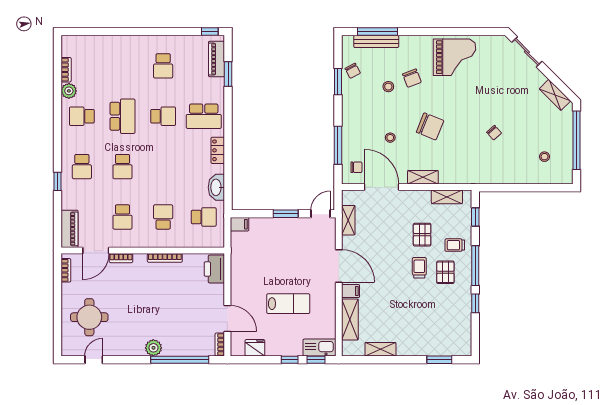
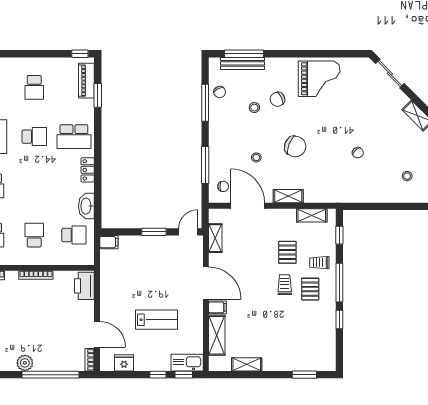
chair: (412, 78) -> (277, 99), turned 86
window: (338, 82) -> (205, 103), width x1.44

